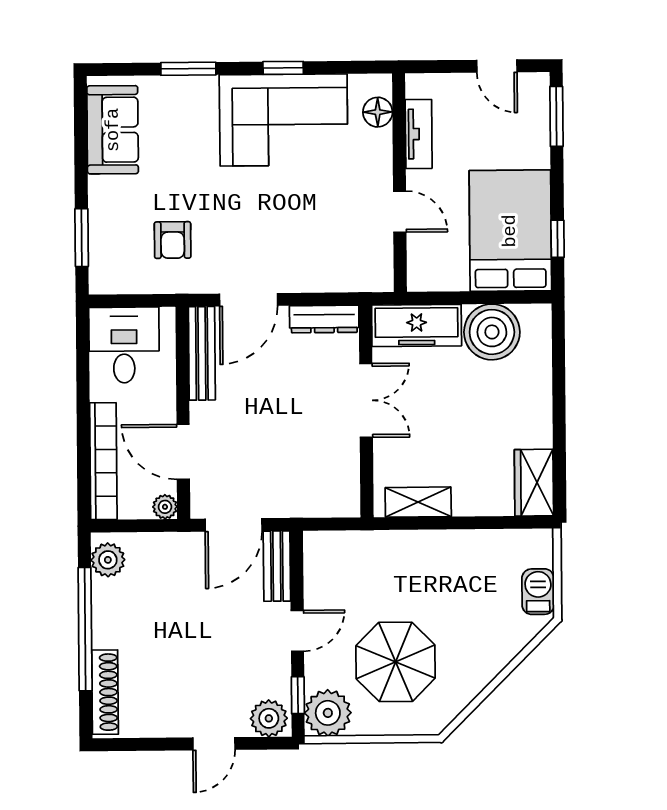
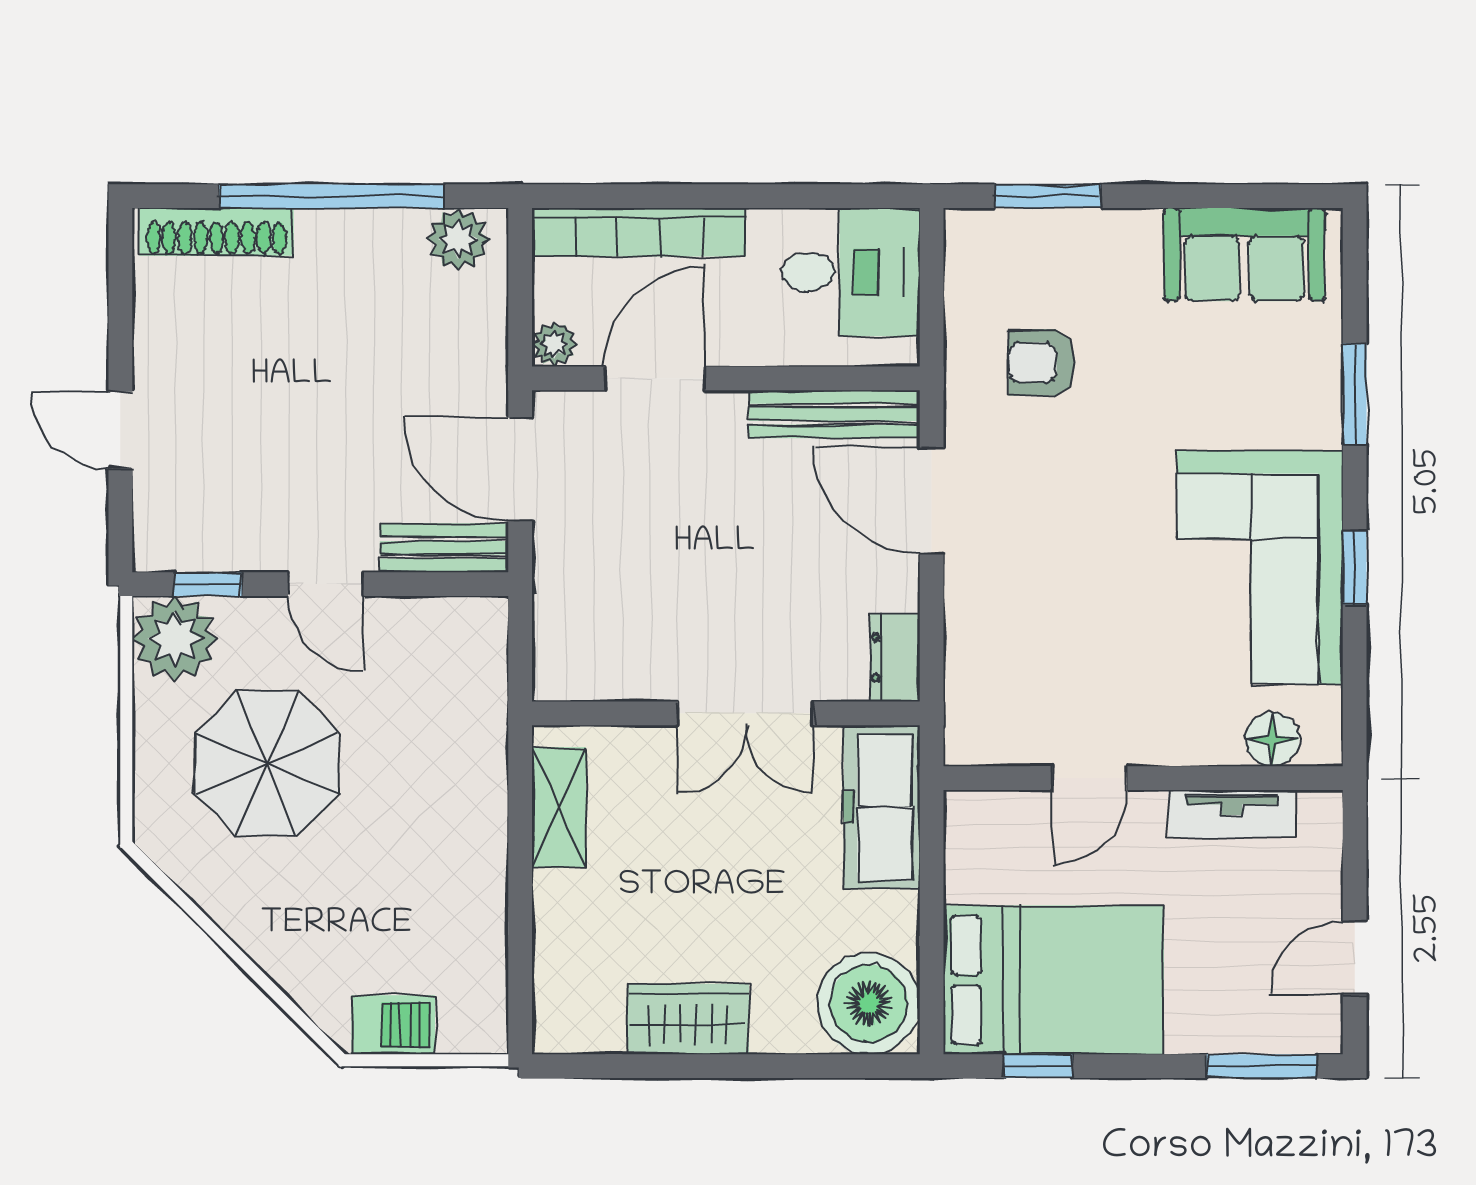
dresser: (324, 319) -> (895, 658), width x0.70
boiler: (492, 332) -> (869, 1003), moved
wardrobe: (534, 483) -> (688, 1019), moved
plant: (269, 718) -> (166, 531), removed

